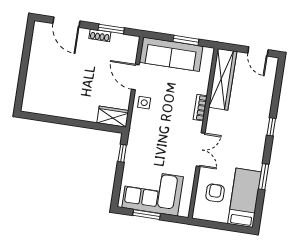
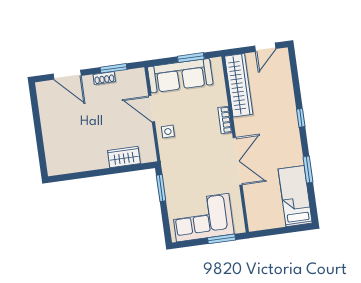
door: (258, 51) -> (265, 47), hinge flipped
wardrobe: (113, 117) -> (124, 157), moved
double door: (201, 150) -> (238, 161), width x1.37
window: (122, 153) -> (161, 188), width x1.50
armchair: (215, 193) -> (265, 200), removed
window: (147, 215) -> (222, 239), moved

